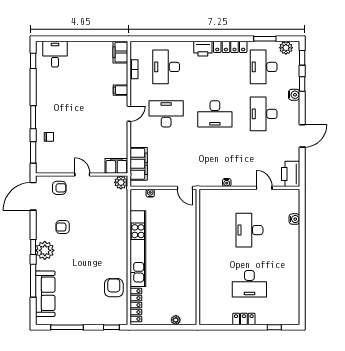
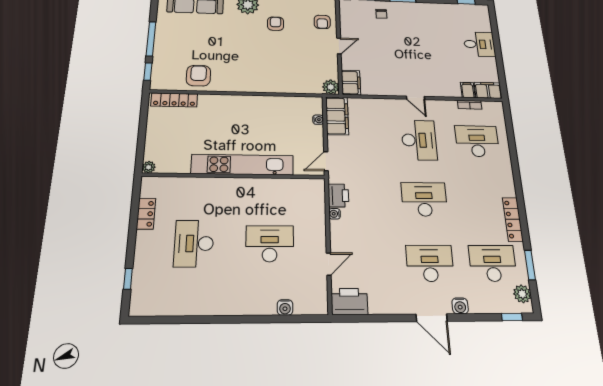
printer: (203, 49) -> (338, 196), moved, turned 180
desk: (55, 54) -> (479, 44), moved
window: (302, 84) -> (476, 317), removed
filing cabinet: (121, 90) -> (468, 90), moved
desk: (215, 114) -> (424, 199), turned 90
door: (302, 136) -> (432, 318), moved
filing cabinet: (139, 164) -> (337, 116), moved, turned -90
kitchen unit: (138, 249) -> (242, 165), moved, turned 180
armchair: (114, 288) -> (198, 76), turned -90
locker: (244, 319) -> (146, 214), moved
plant: (176, 320) -> (149, 167), moved
window: (67, 327) -> (151, 39), moved

